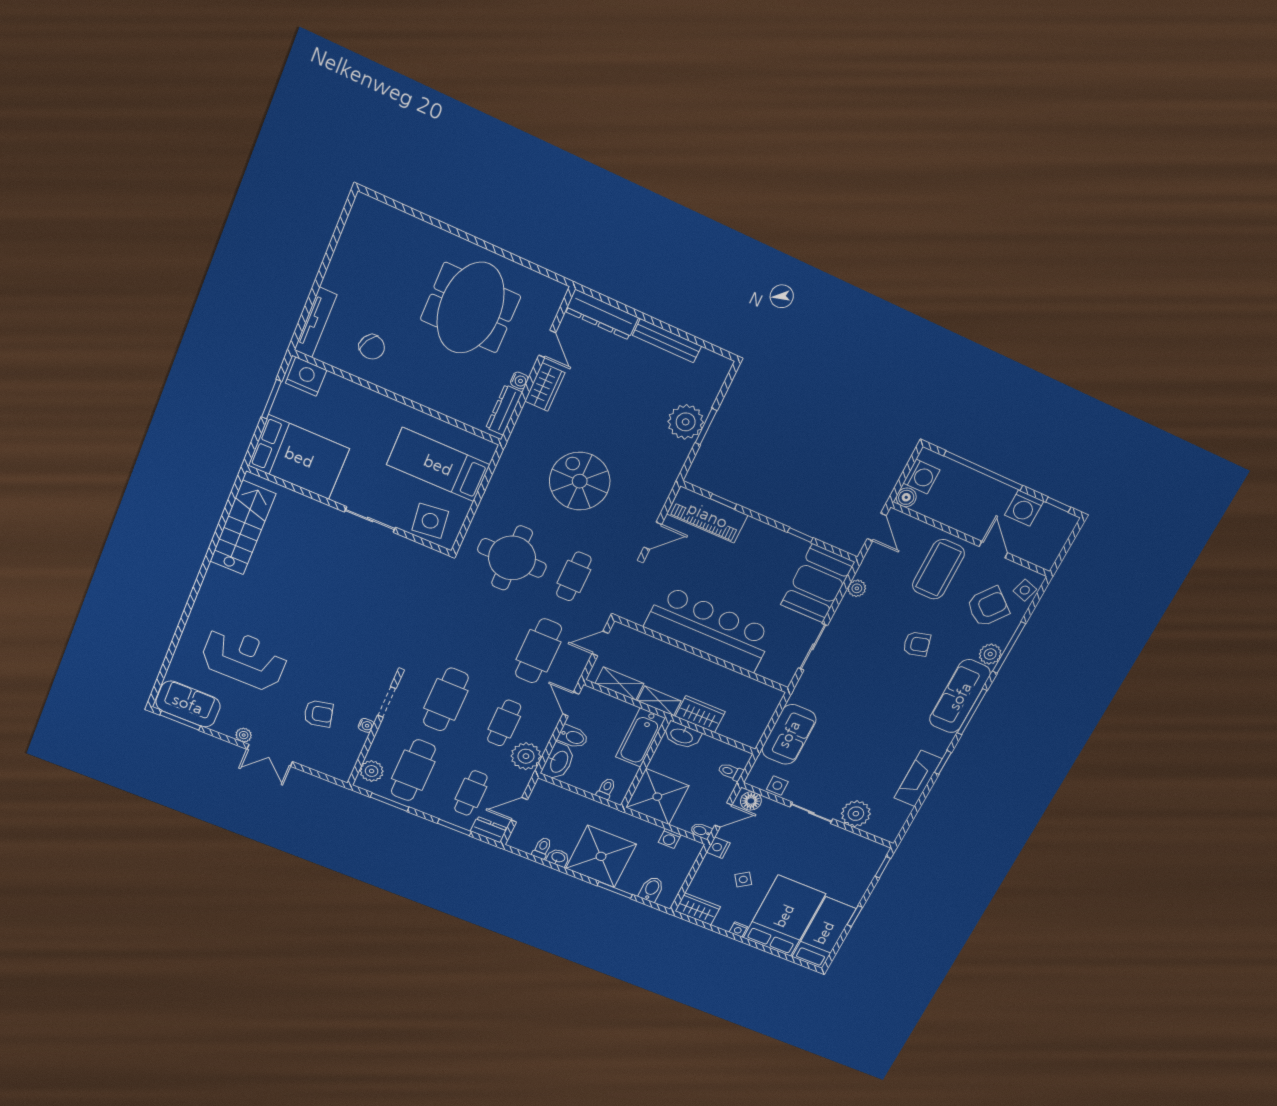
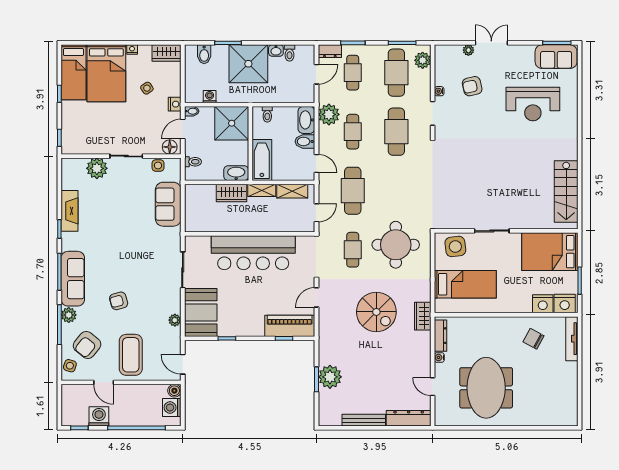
wardrobe: (545, 387) -> (423, 316), moved
nightstand: (338, 390) -> (543, 304), added
plant: (244, 735) -> (468, 50), moved

